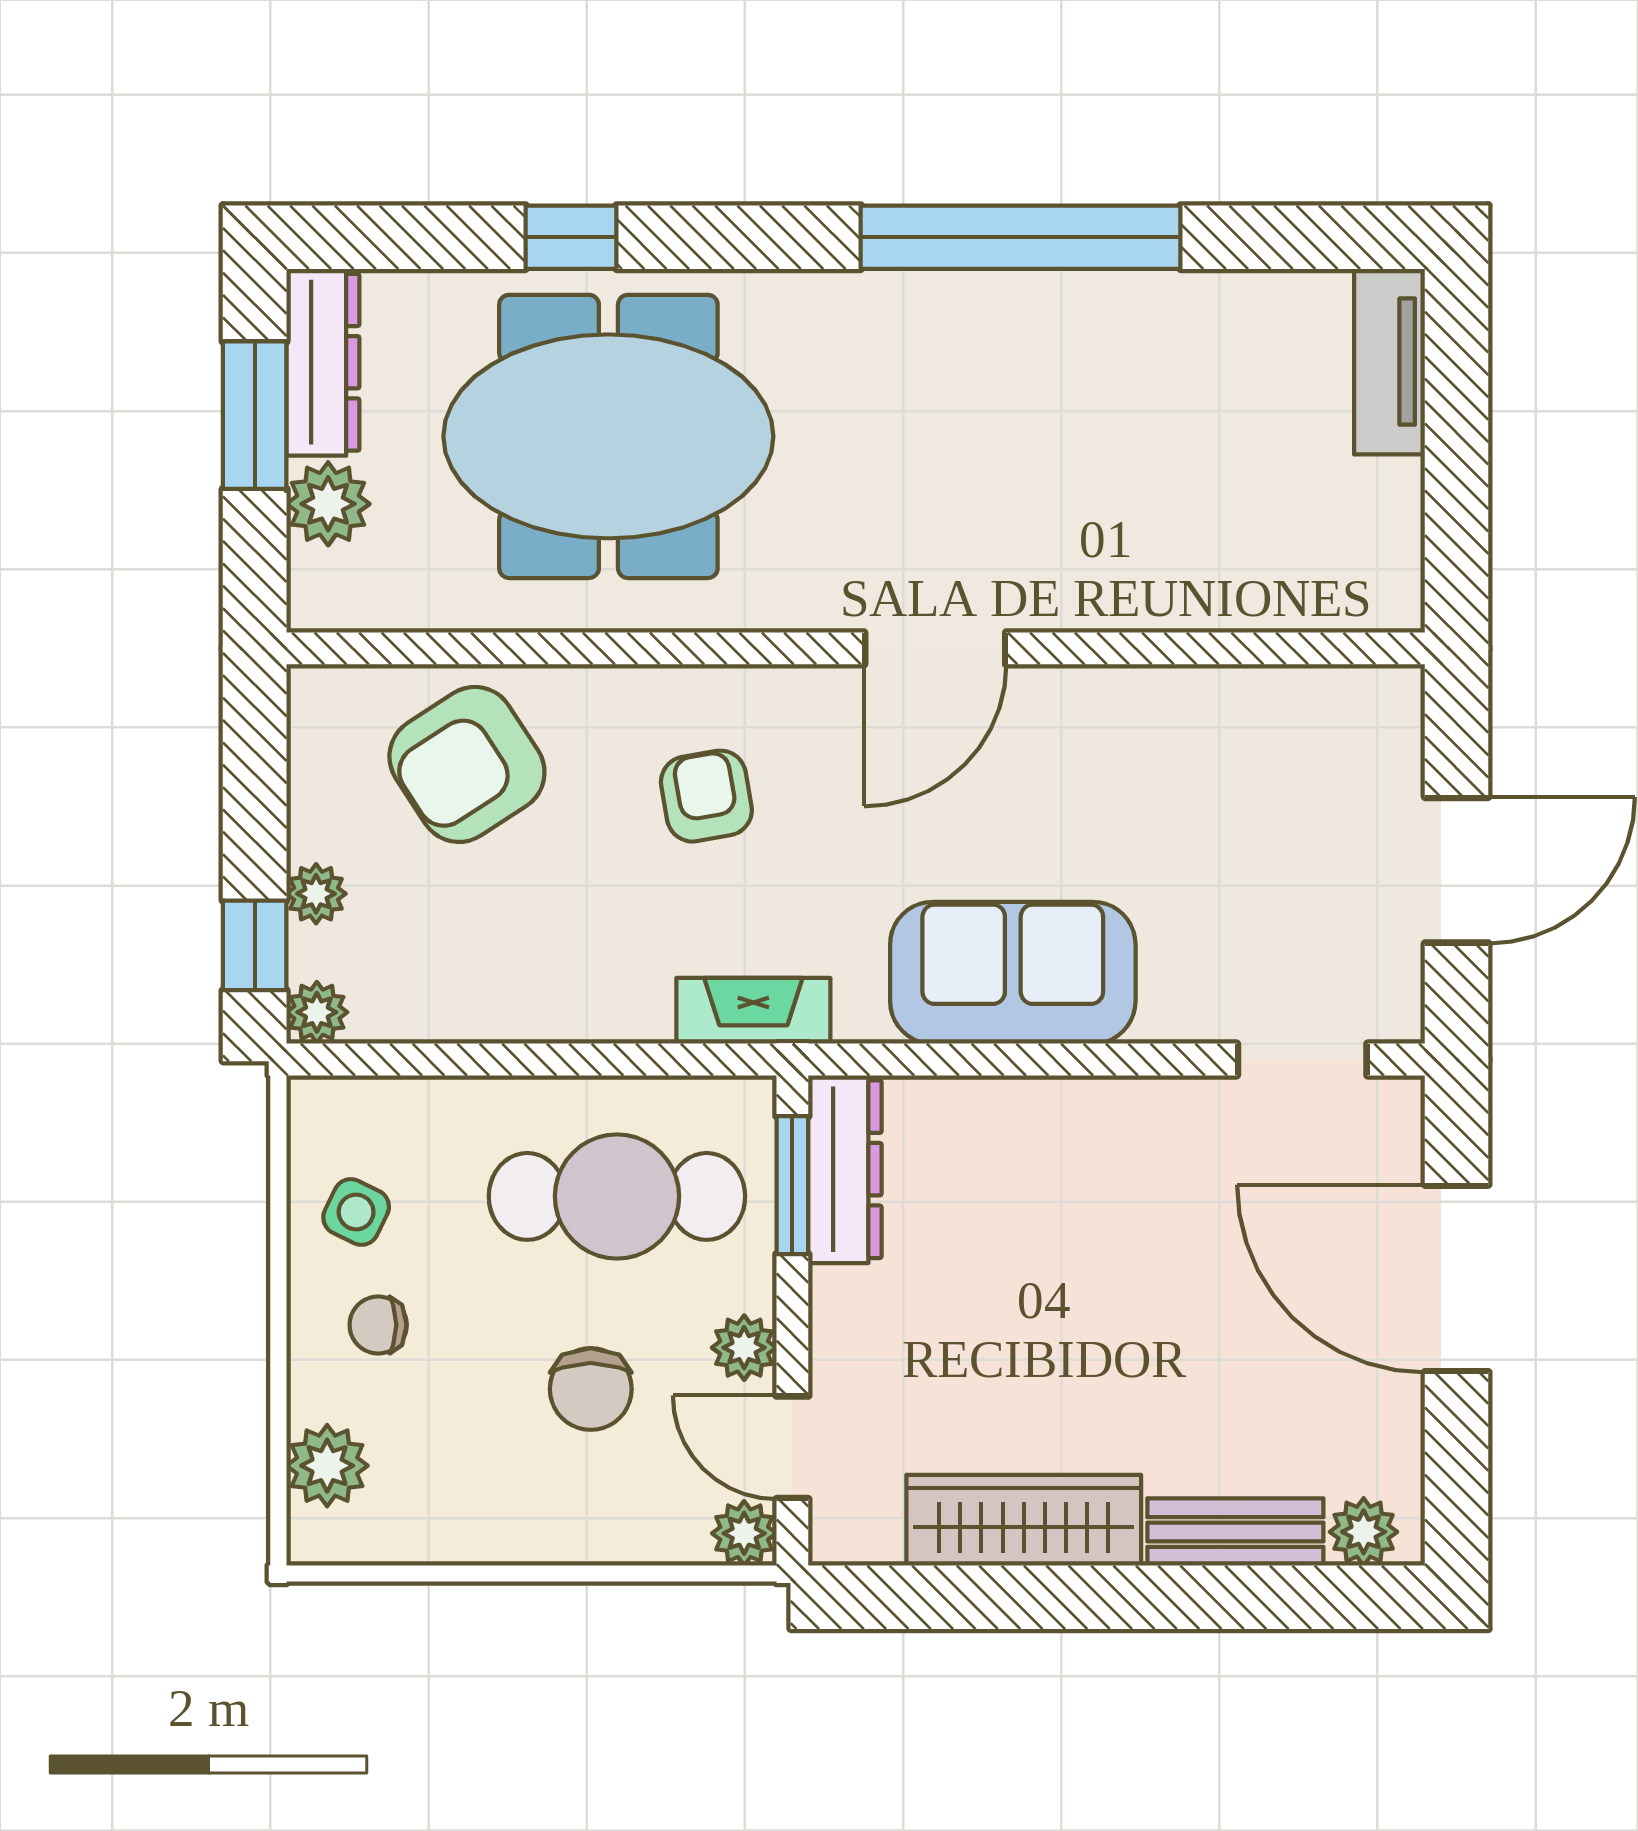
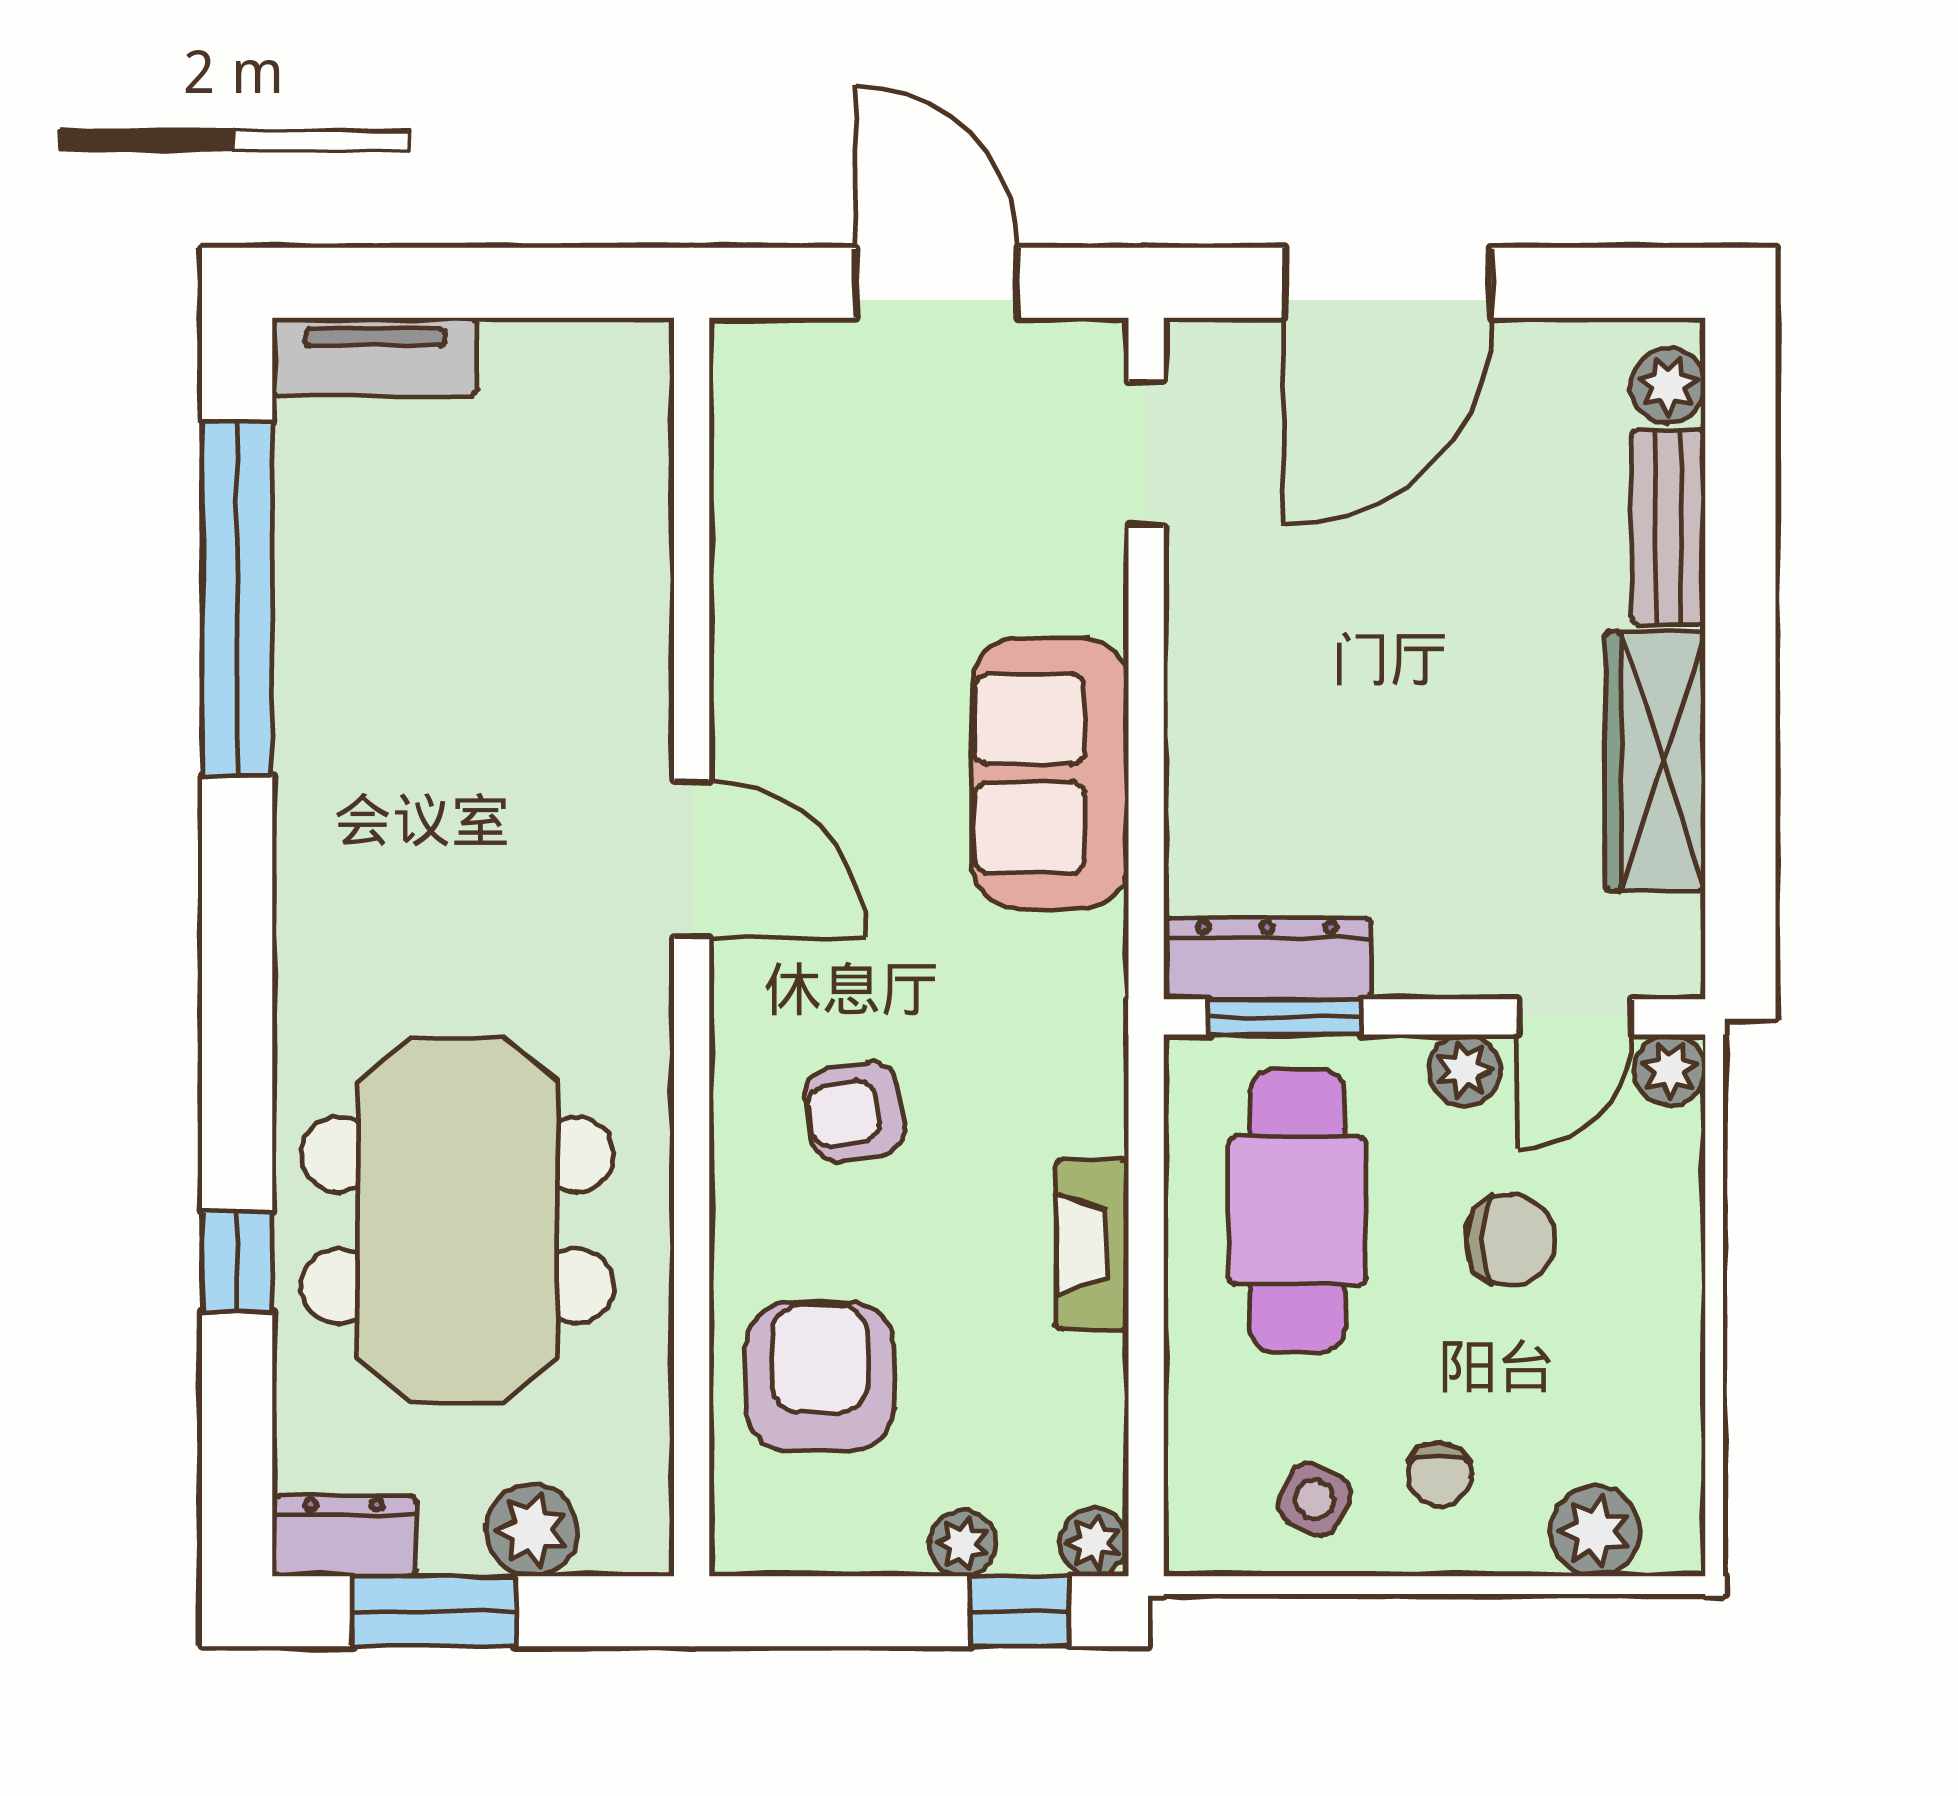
window: (1021, 237) -> (237, 599), moved
dresser: (323, 362) -> (344, 1536), width x0.70
armchair: (467, 764) -> (820, 1377), turned -147
fireplace: (753, 1011) -> (1092, 1244), moved

